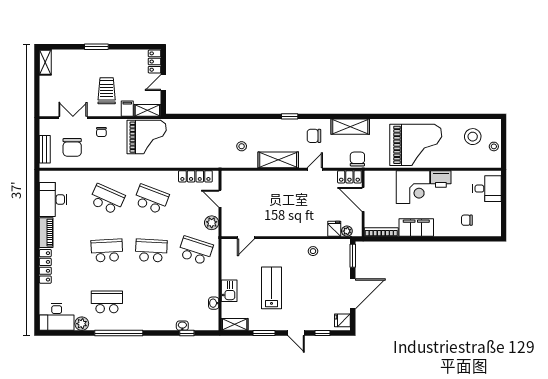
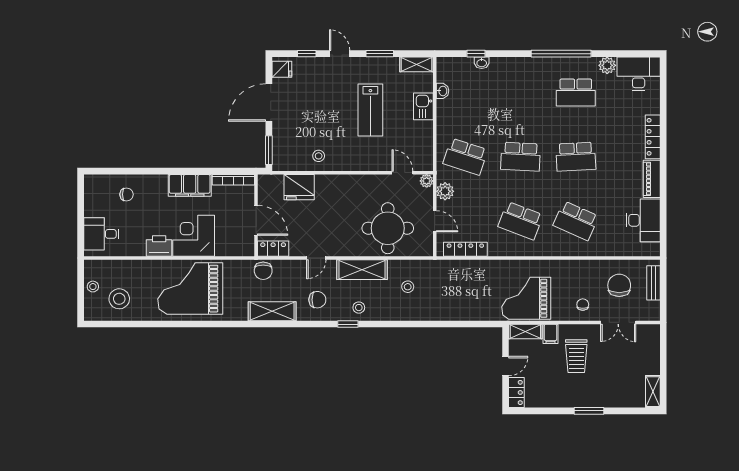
stool: (281, 130) -> (359, 308), added
round table: (258, 193) -> (388, 228), added
fridge: (334, 229) -> (299, 187), width x1.88, depth x1.34
plant: (347, 231) -> (427, 181), moved
door: (246, 238) -> (402, 173), hinge flipped

